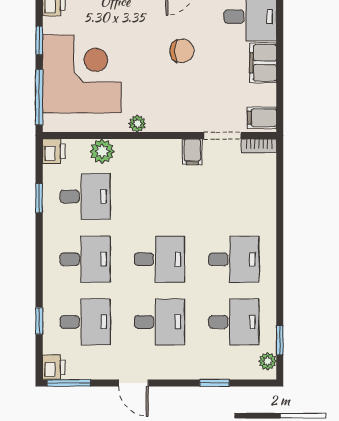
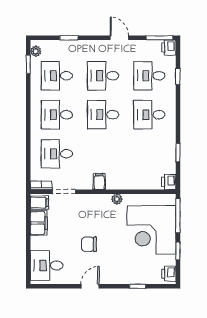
filing cabinet: (263, 63) -> (39, 223), moved
plant: (102, 151) -> (139, 182), removed
filing cabinet: (192, 152) -> (99, 181), moved
desk: (85, 197) -> (57, 154), moved

